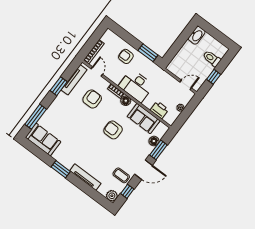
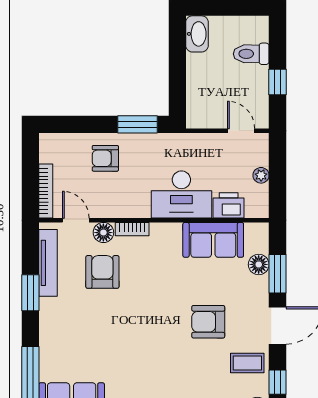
door: (186, 85) -> (241, 131), hinge flipped
desk: (136, 86) -> (181, 194), moved
floor lamp: (126, 101) -> (103, 233), moved
armchair: (113, 130) -> (208, 322), moved

